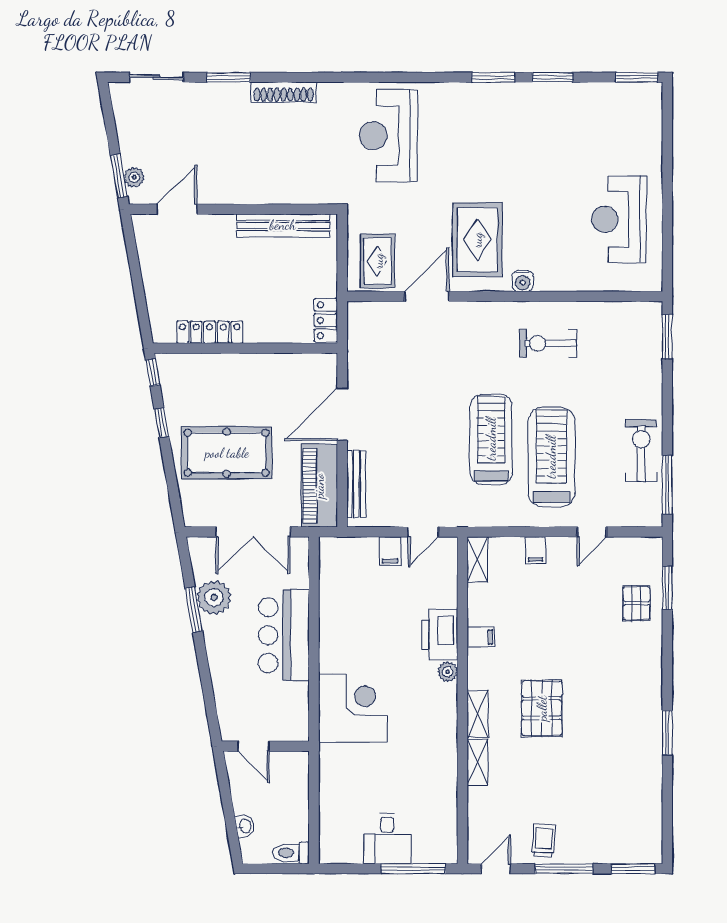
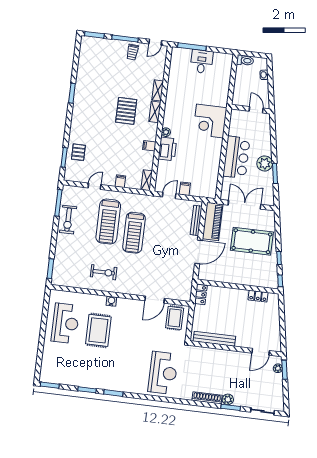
plant: (237, 94) -> (228, 399), added
rug: (477, 240) -> (98, 330), moved
locker: (210, 332) -> (258, 296), width x0.66
plant: (214, 598) -> (265, 163), moved

